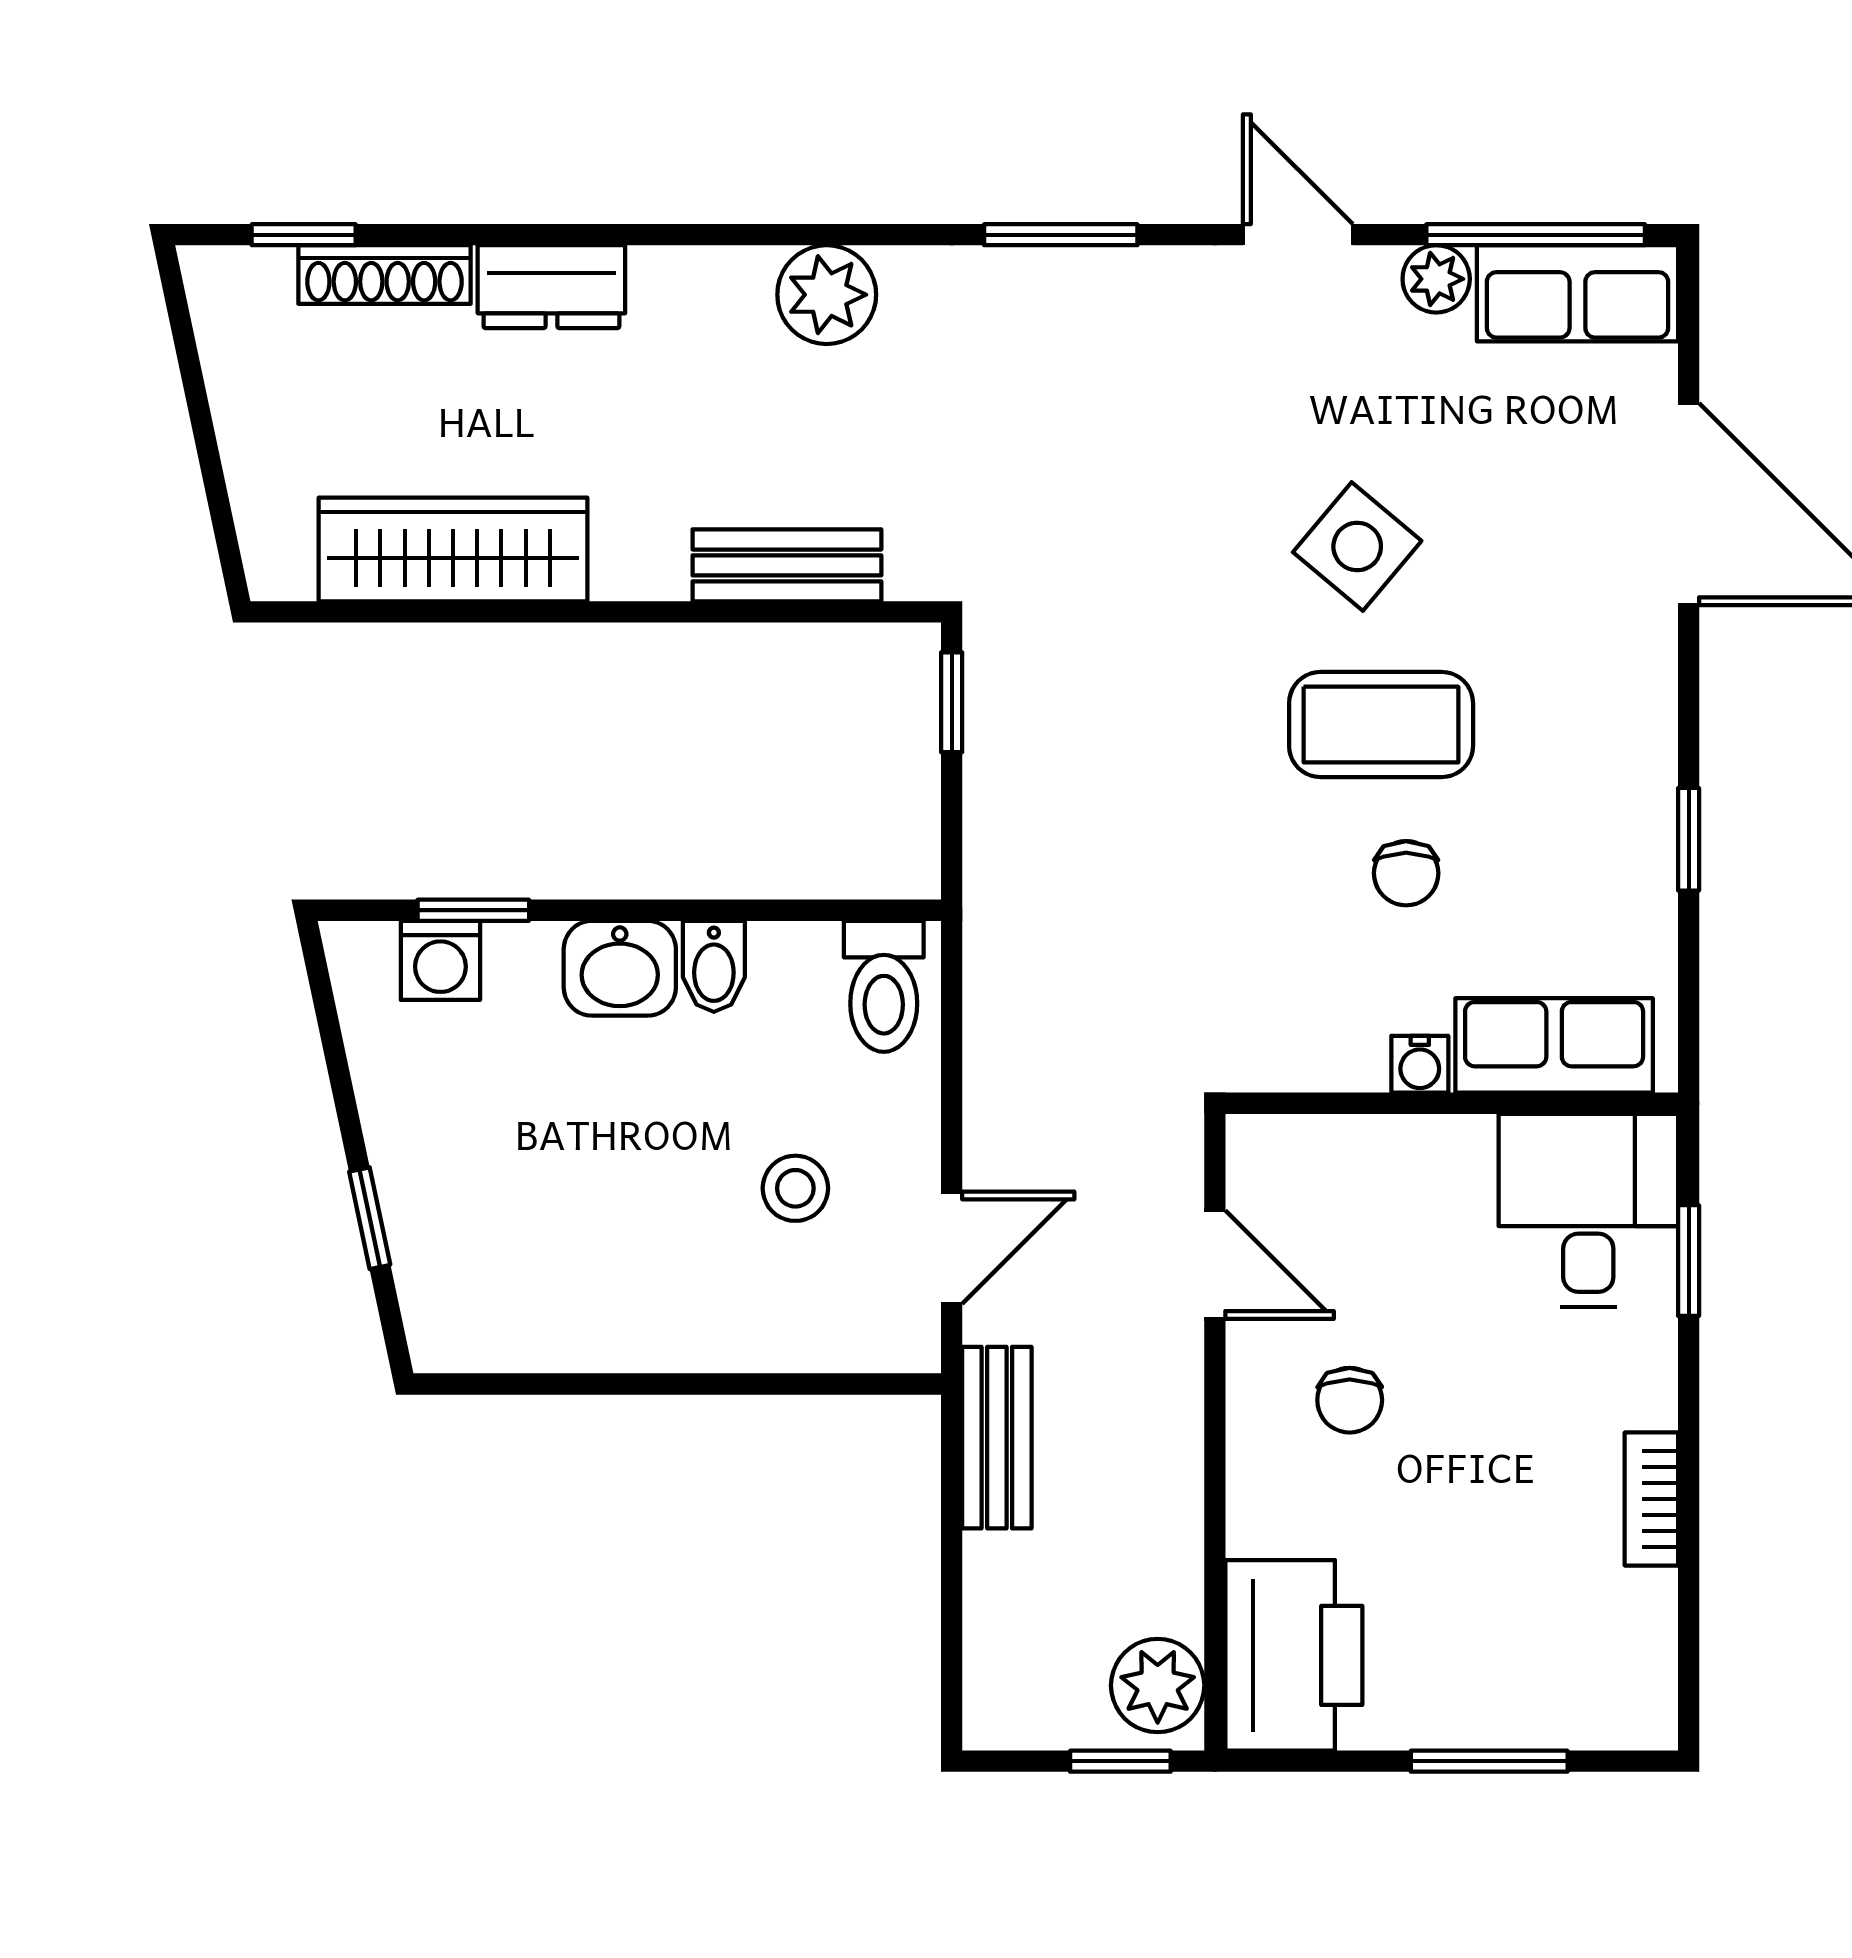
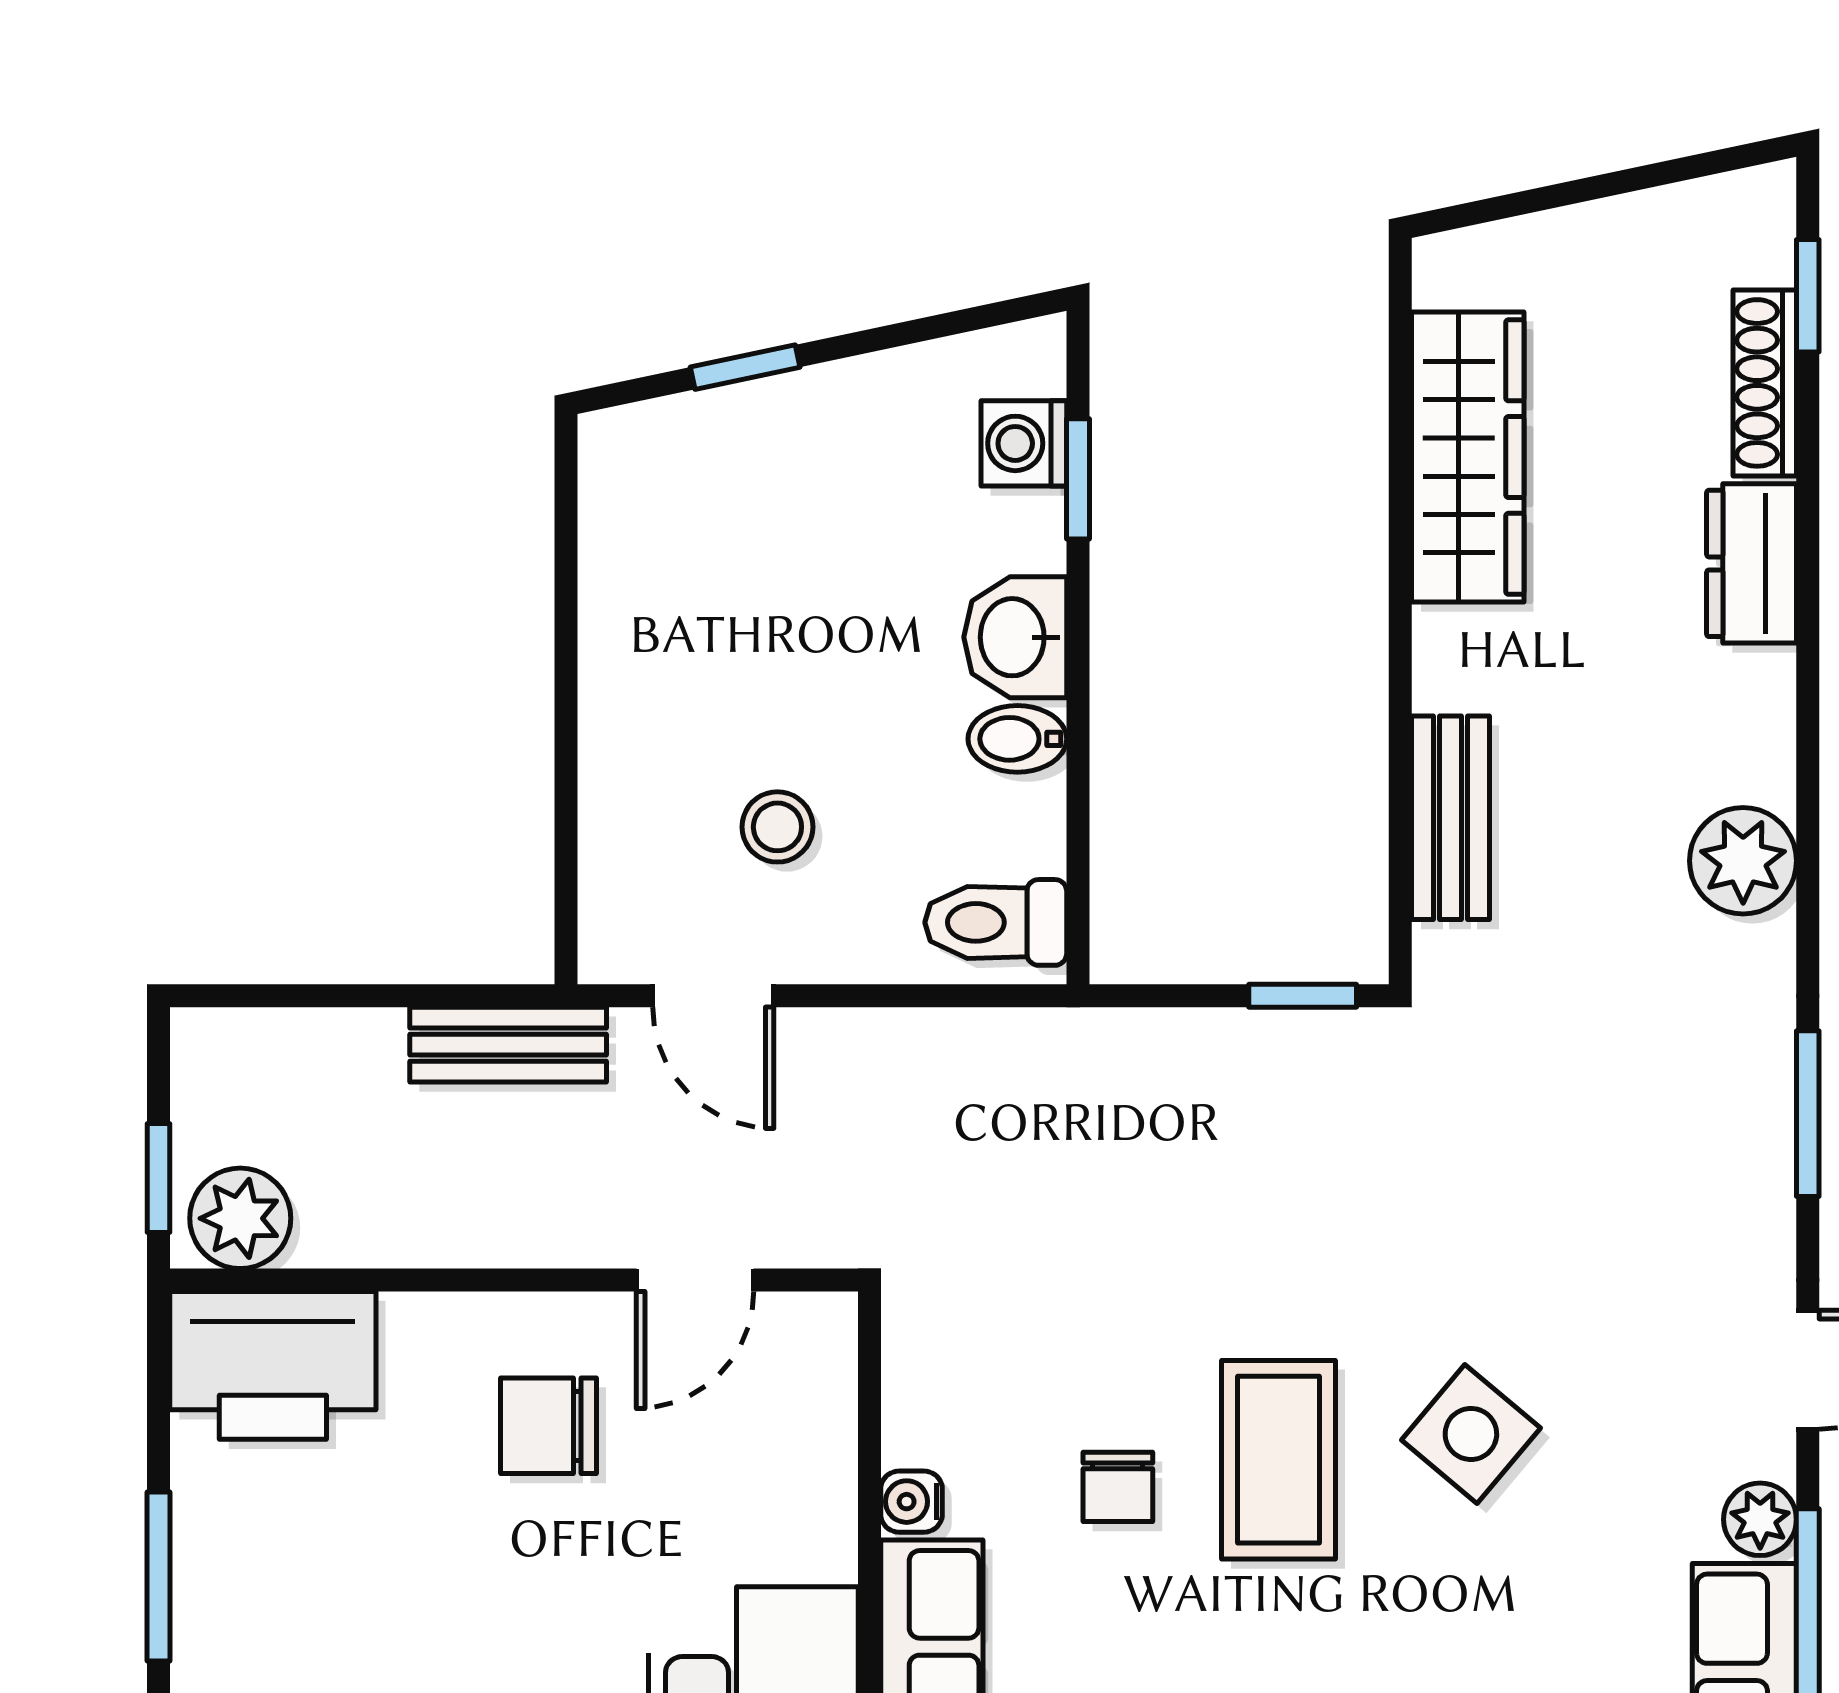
chair: (1406, 873) -> (1118, 1487), turned -90
chair: (1350, 1400) -> (549, 1426), width x1.37, depth x1.37

